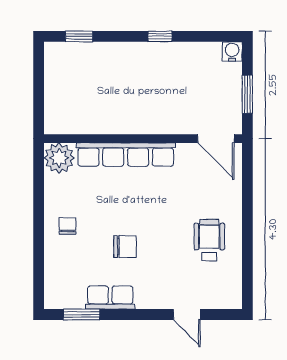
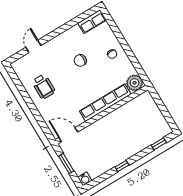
row of seats: (110, 298) -> (92, 22), moved
window: (81, 314) -> (81, 18), removed
door: (187, 314) -> (33, 46), hinge flipped

